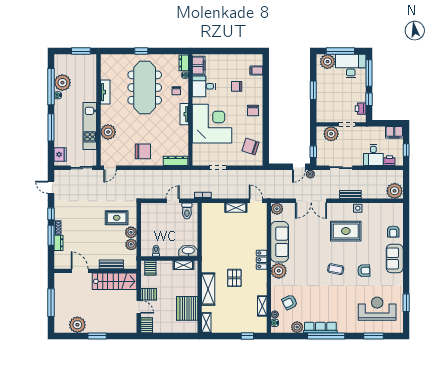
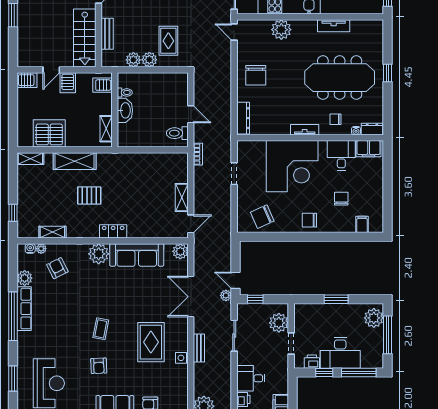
desk: (351, 66) -> (340, 353), moved, turned 90
chair: (250, 146) -> (262, 217), turned -132
washbasin: (188, 251) -> (125, 110), moved

